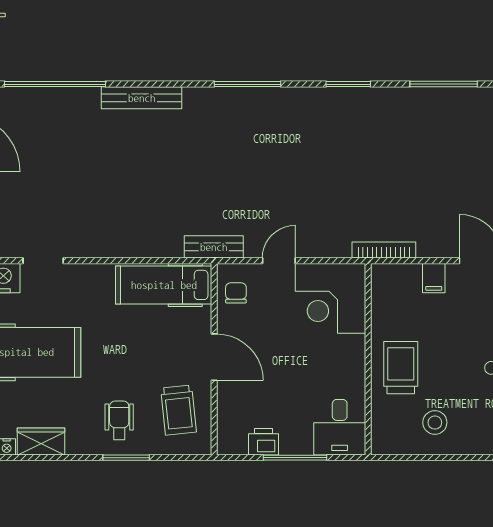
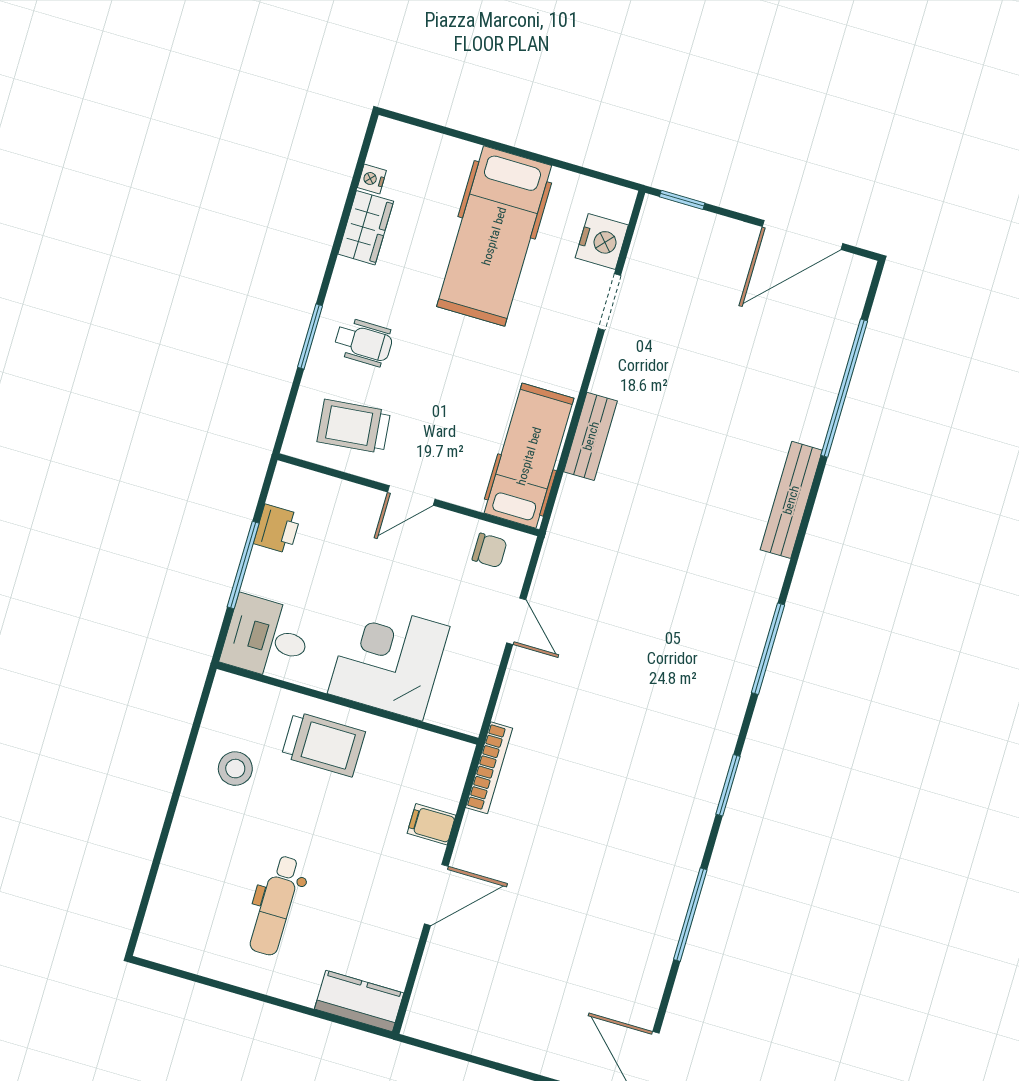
bench: (214, 247) -> (591, 436), moved
corner desk: (331, 298) -> (389, 660), moved
door: (214, 357) -> (411, 496), width x0.73

